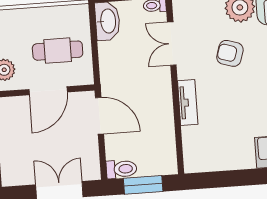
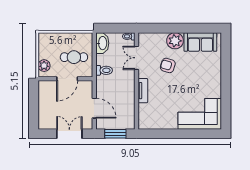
door: (100, 116) -> (94, 108), moved
toilet: (121, 169) -> (104, 70), moved

